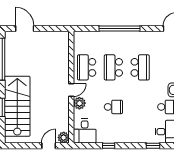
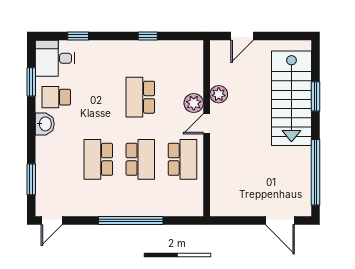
school desk: (113, 107) -> (140, 97), width x1.85
desk: (85, 131) -> (186, 59), removed
plant: (64, 138) -> (219, 94), moved

